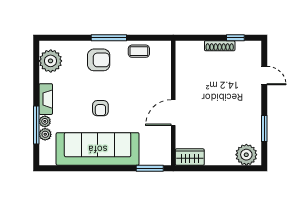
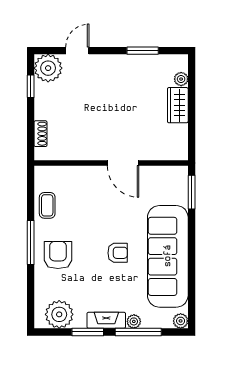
shoe rack: (220, 46) -> (40, 134), moved, width x0.70
plant: (250, 52) -> (48, 68), added
window: (36, 84) -> (88, 332), added
plant: (45, 134) -> (181, 321), moved
plant: (246, 155) -> (181, 79), width x0.53, depth x0.53
wardrobe: (190, 157) -> (178, 105), moved

